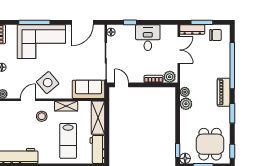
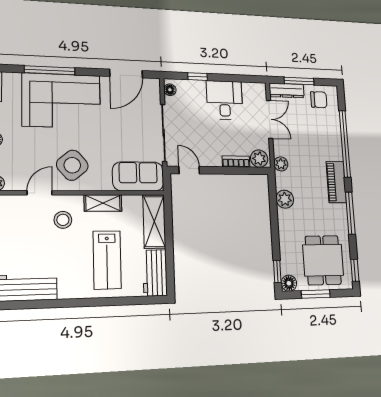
plant: (185, 92) -> (281, 164), moved
window: (232, 113) -> (350, 213), width x1.44

